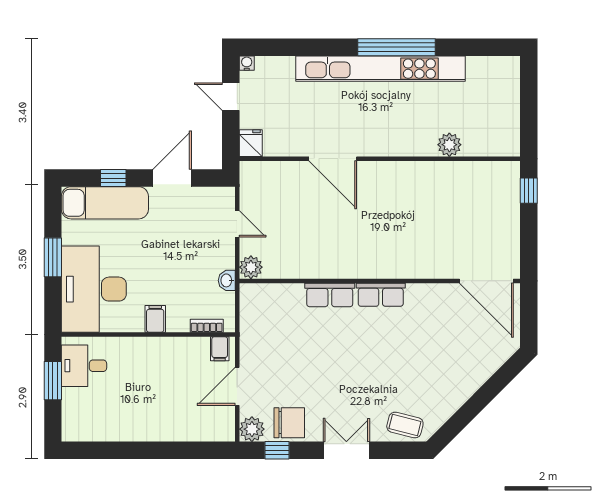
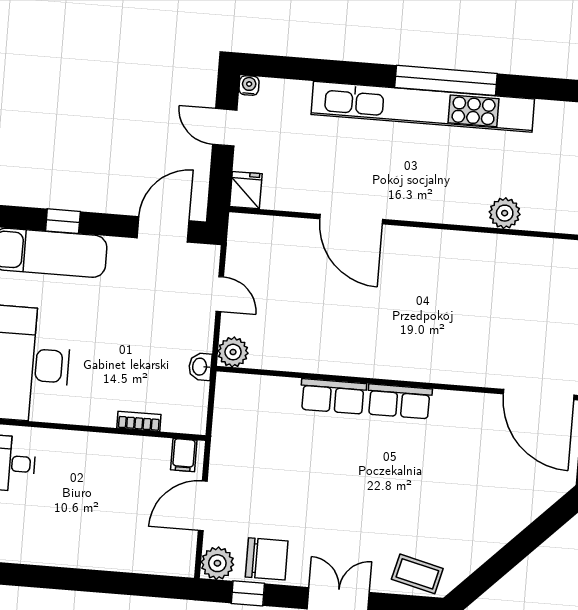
door: (172, 178) -> (163, 229), moved
filing cabinet: (155, 319) -> (103, 409), removed
bookcase: (207, 326) -> (139, 421), moved

